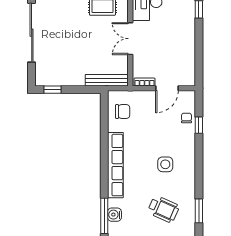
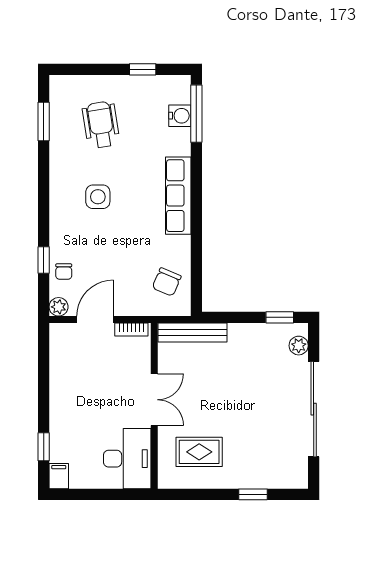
plant: (41, 72) -> (299, 346), added
plant: (190, 96) -> (59, 307), added
chair: (123, 112) -> (167, 282), turned -67
row of seats: (115, 165) -> (178, 196), width x0.73
wheelchair: (163, 209) -> (101, 125), turned 57

